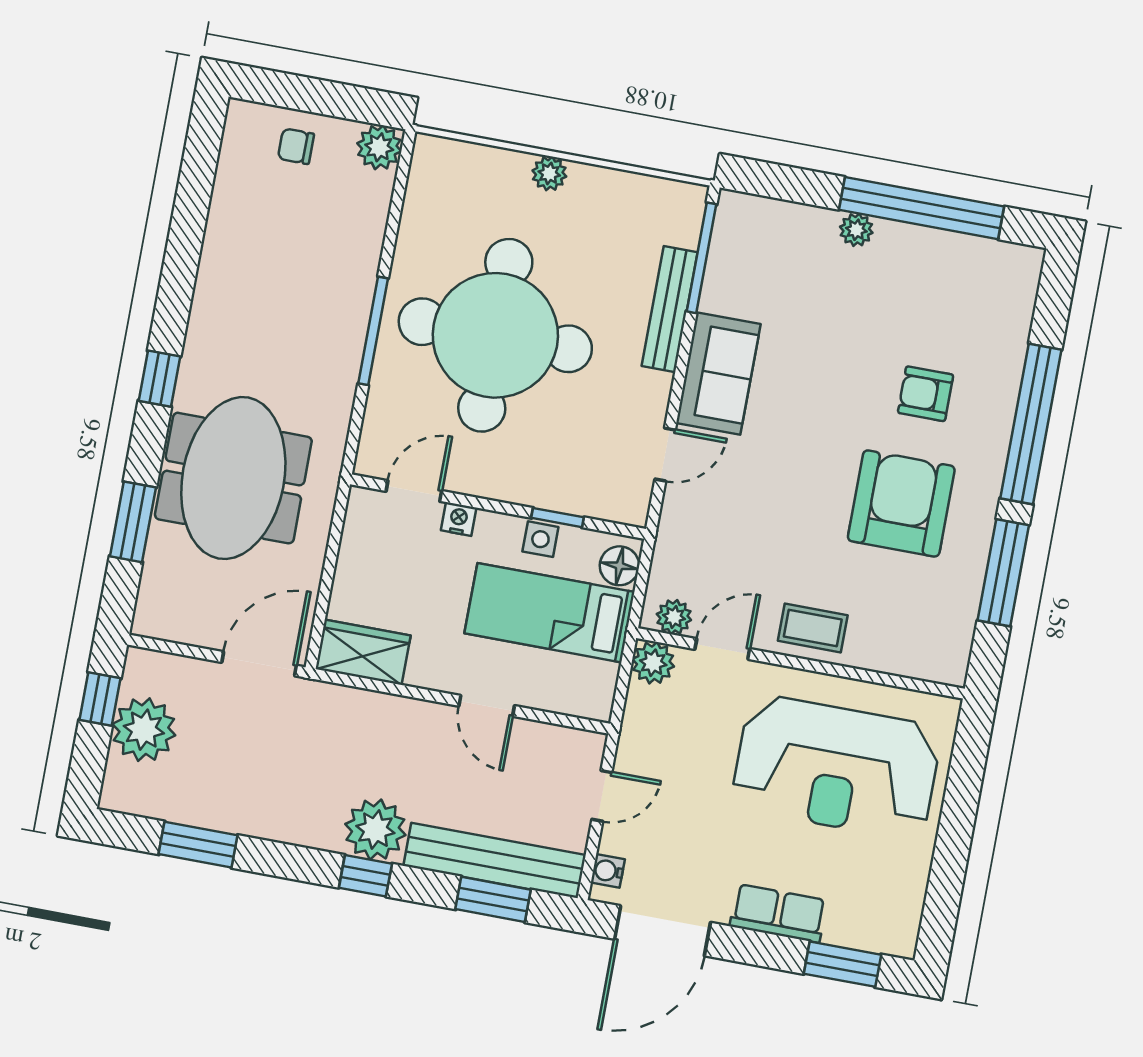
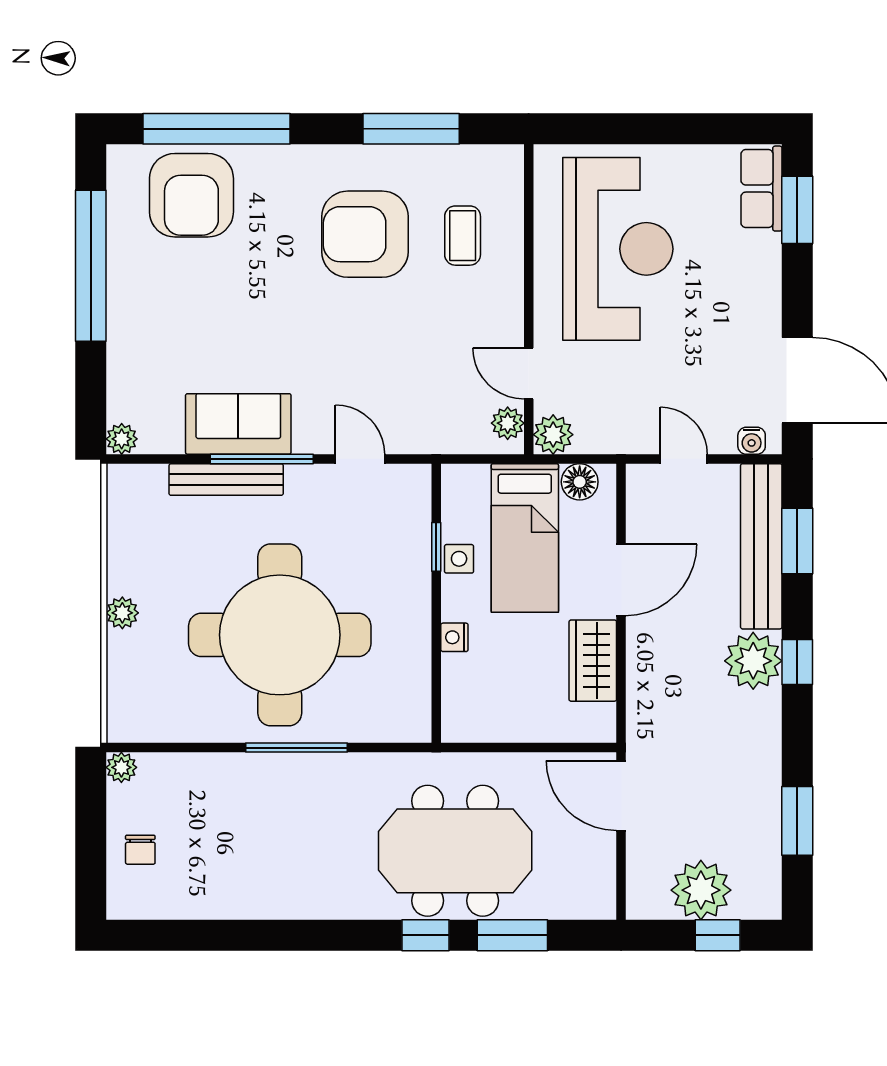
plant: (379, 147) -> (121, 767), width x0.73, depth x0.73
plant: (856, 230) -> (122, 439), moved
window: (702, 258) -> (262, 459), moved
sofa: (718, 374) -> (238, 424), moved
window: (159, 379) -> (425, 935), moved
armchair: (926, 394) -> (191, 195), moved, width x1.88, depth x1.88
window: (1031, 424) -> (217, 129), moved
door: (414, 491) -> (436, 683), removed
floor lamp: (619, 566) -> (580, 482), moved
coffee table: (813, 628) -> (463, 236), moved
wardrobe: (363, 652) -> (593, 661), moved
window: (100, 699) -> (718, 935), moved
door: (487, 706) -> (621, 580), width x1.38
row of seats: (778, 913) -> (762, 189), moved

